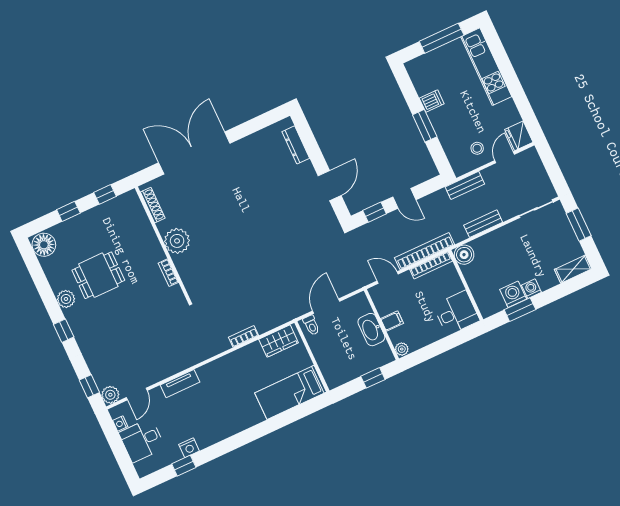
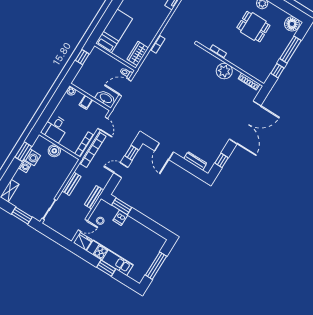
kitchen unit: (486, 67) -> (110, 258), moved
window: (511, 79) -> (106, 268), added
dishwasher: (432, 101) -> (120, 218), moved
window: (260, 123) -> (222, 160), added
window: (425, 126) -> (122, 206), moved
door: (505, 157) -> (83, 225), hinge flipped
window: (68, 211) -> (291, 50), width x2.17
boiler: (464, 255) -> (54, 151), moved
dining table: (98, 275) -> (253, 27), turned 90
door: (388, 278) -> (103, 123), hinge flipped
door: (326, 306) -> (125, 88), swing flipped
washbasin: (371, 330) -> (106, 99), moved
window: (373, 378) -> (82, 57), moved

